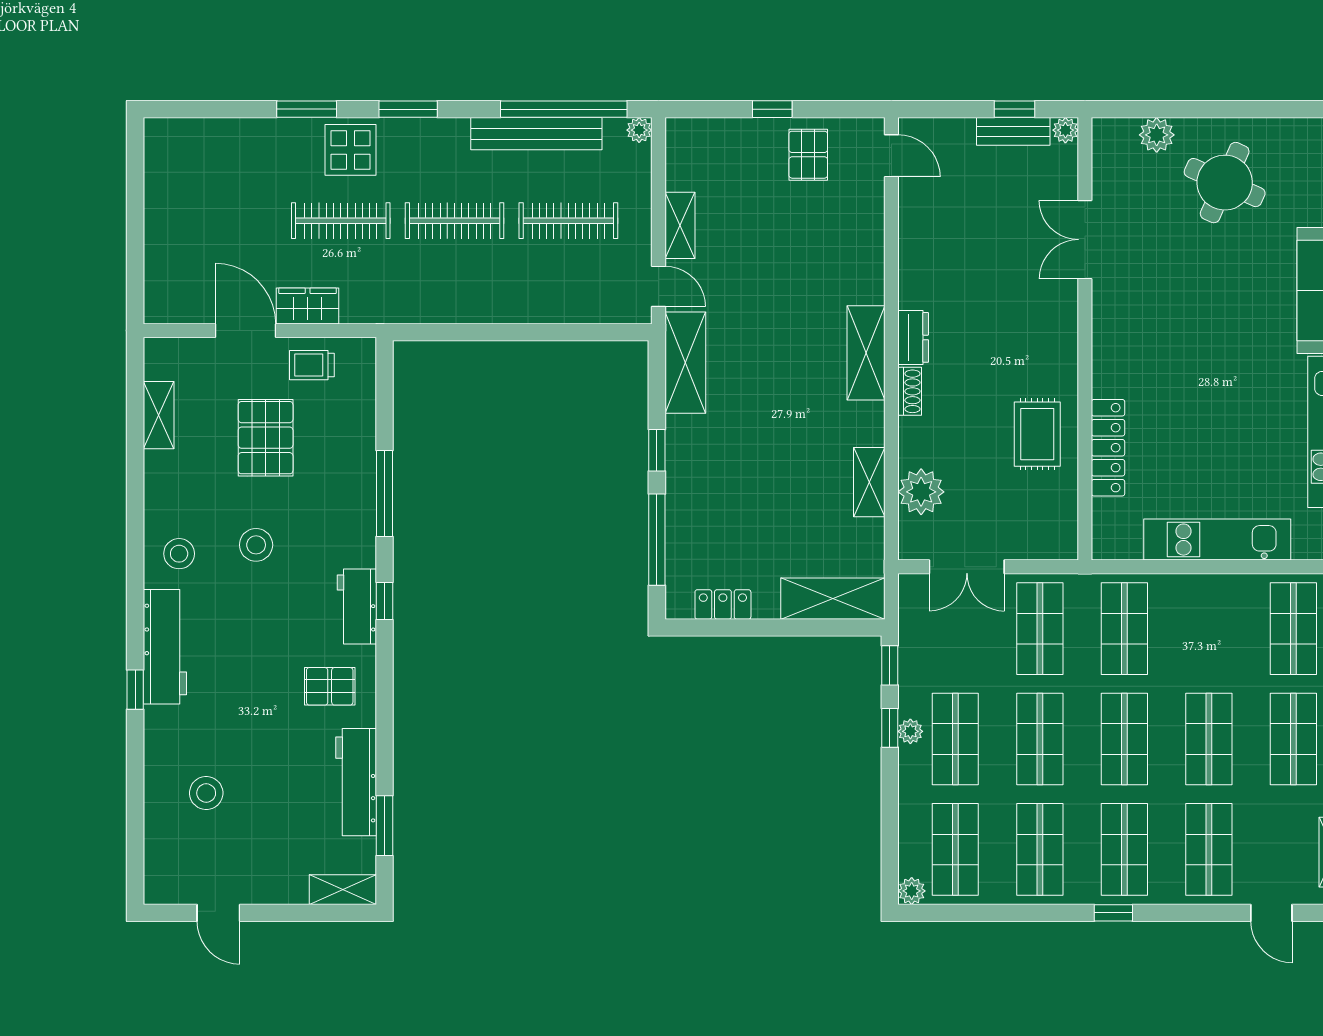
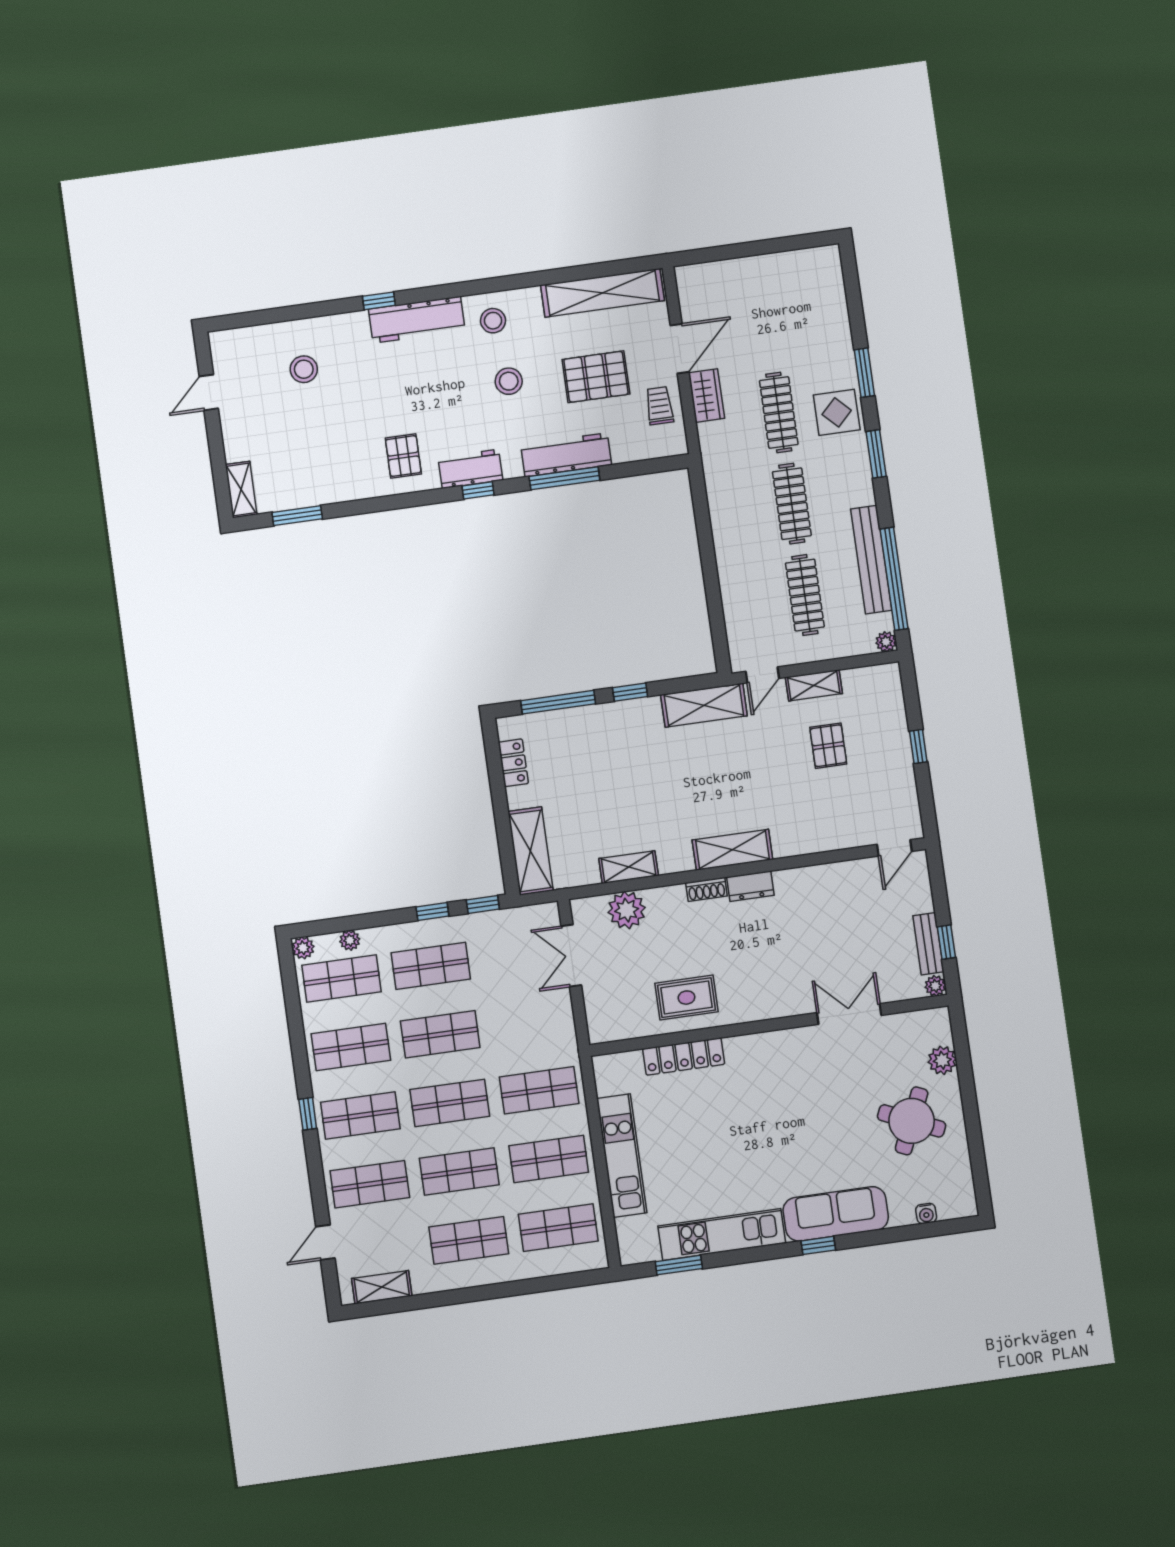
pallet: (808, 155) -> (828, 746), moved, turned 90
shelving: (159, 415) -> (602, 293), width x2.20, depth x1.33
shop shelf: (1040, 629) -> (549, 1159), moved
plant: (910, 731) -> (350, 940), moved
workbench: (356, 782) -> (566, 455), moved

